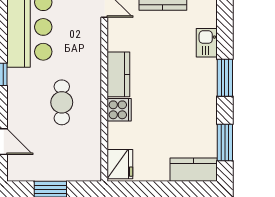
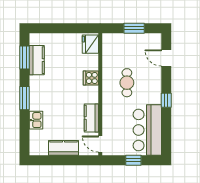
kitchen counter: (118, 74) -> (91, 118), moved
kitchen counter: (194, 170) -> (37, 60), moved, turned -90

